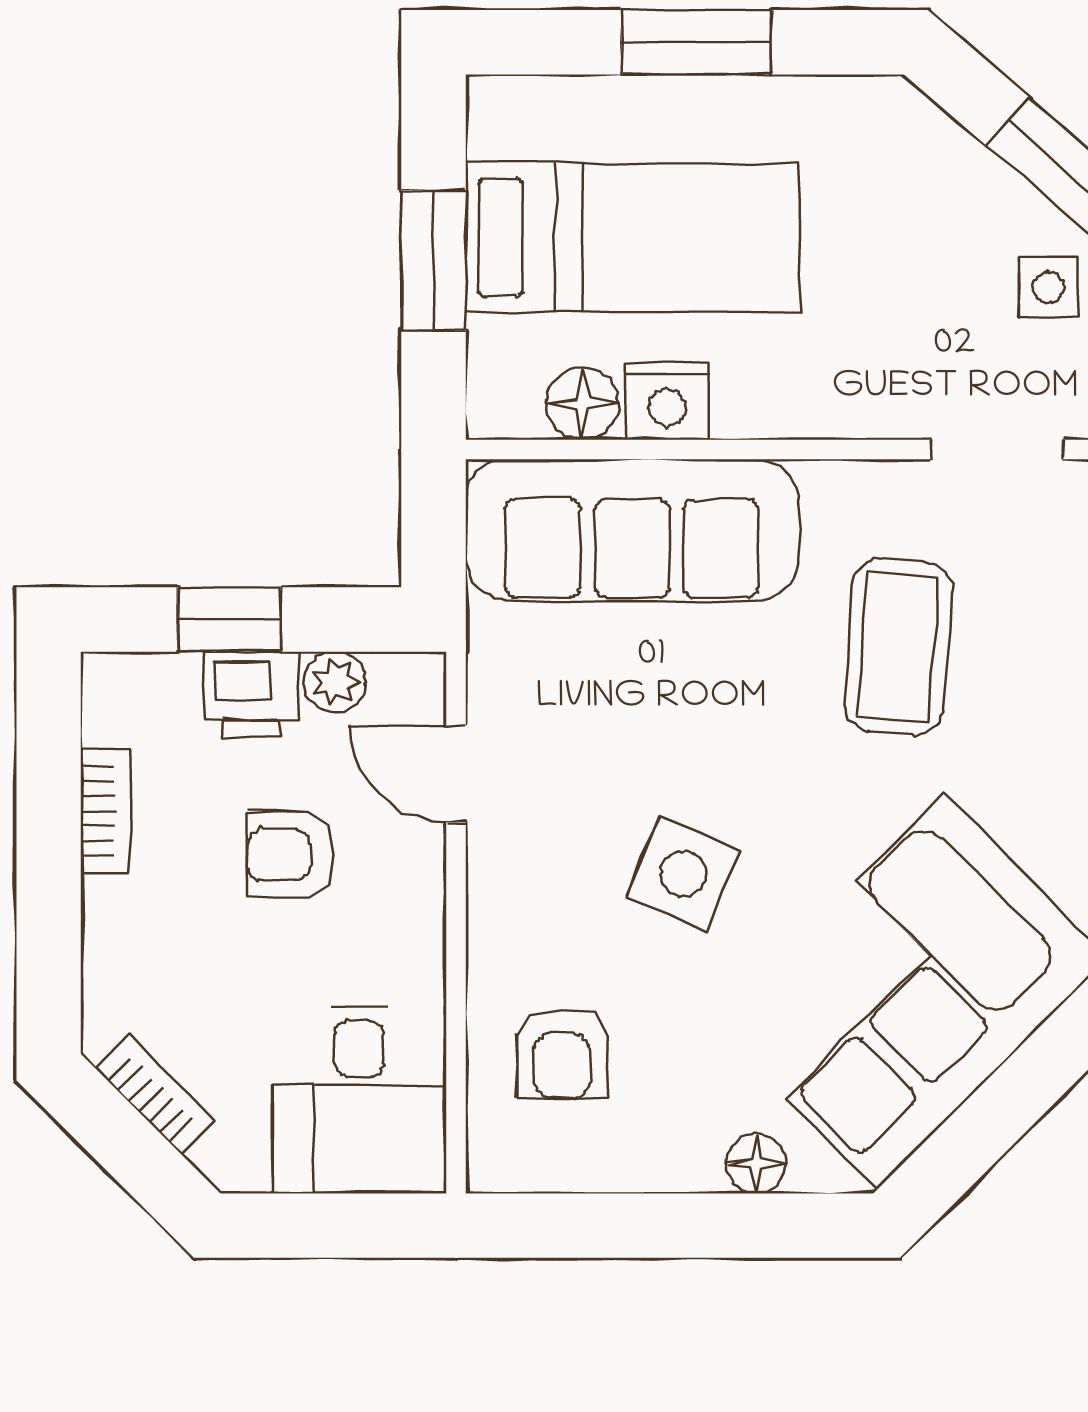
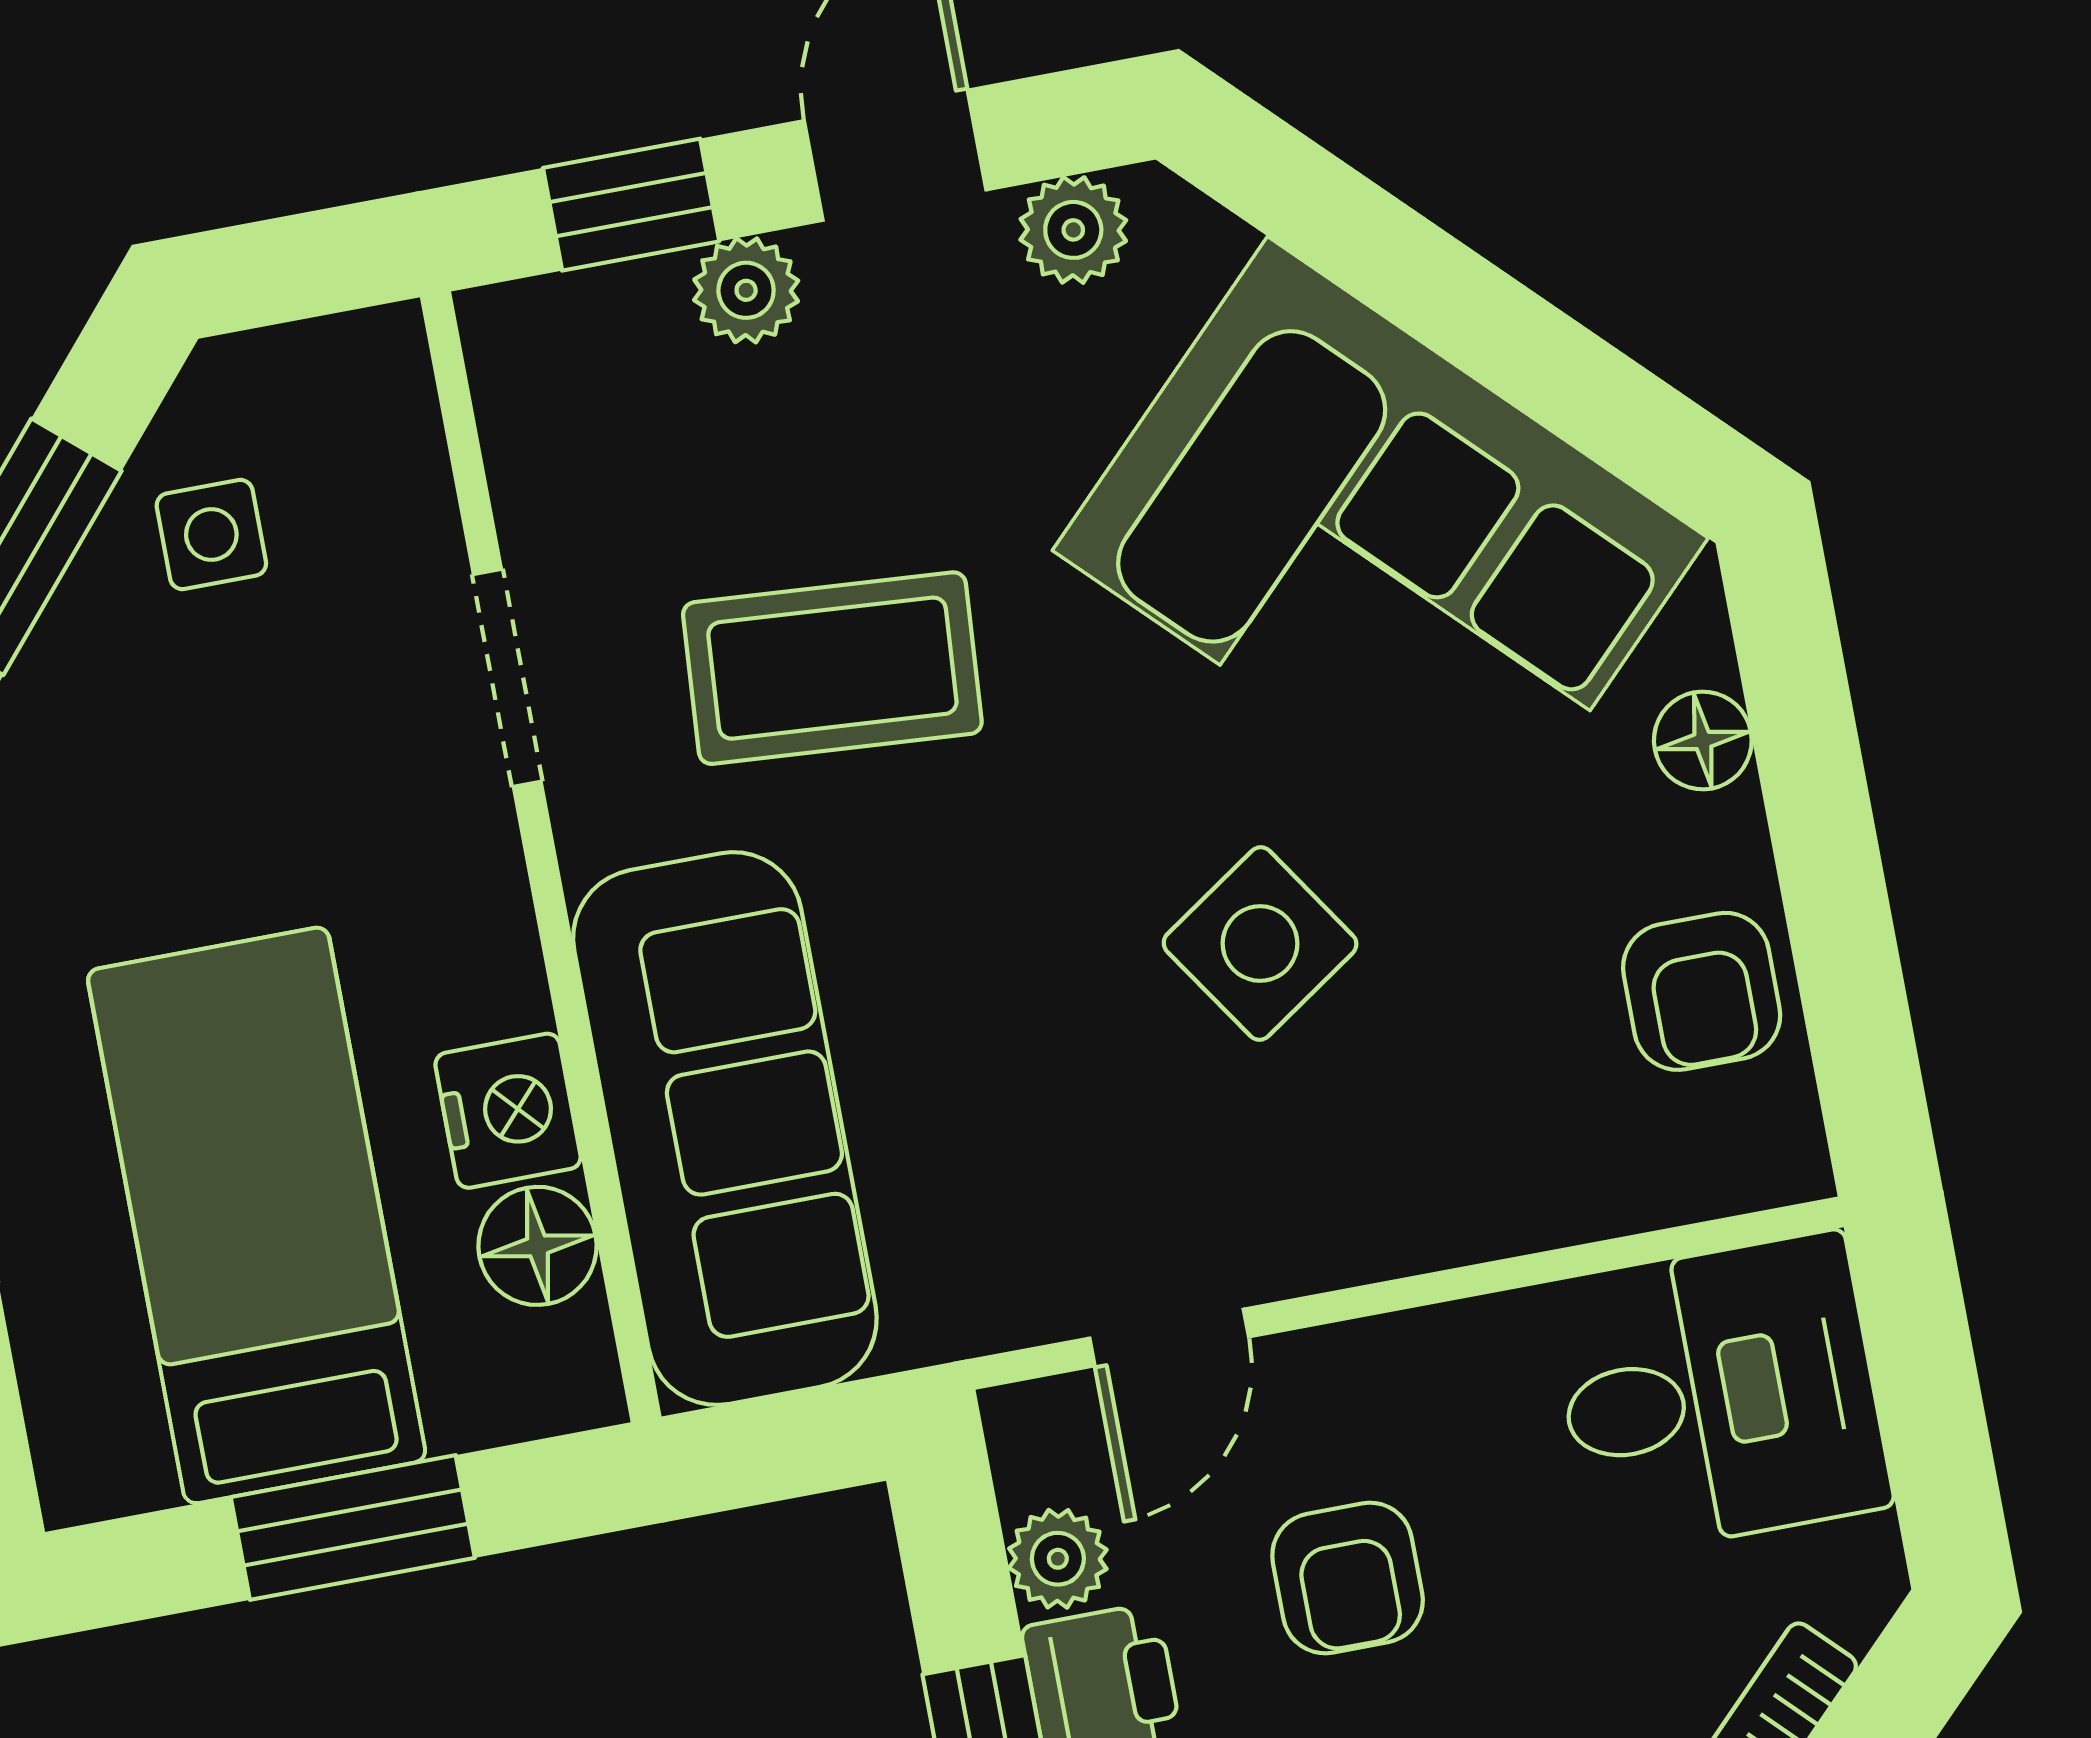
doorway: (997, 450) -> (507, 678), moved
side table: (683, 874) -> (1260, 944), turned 33
armchair: (562, 1053) -> (1702, 991), moved, turned 90

